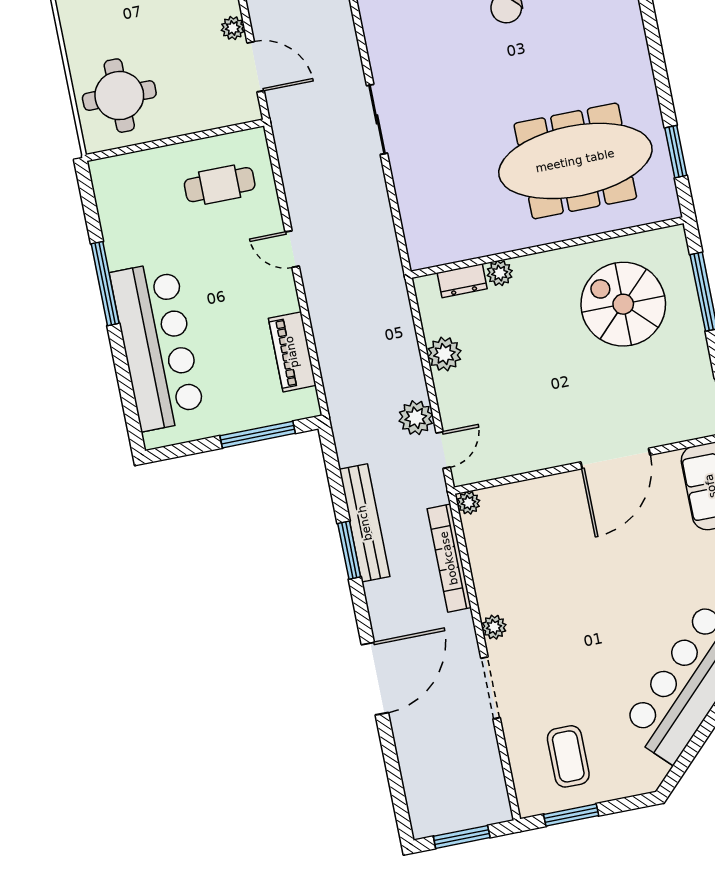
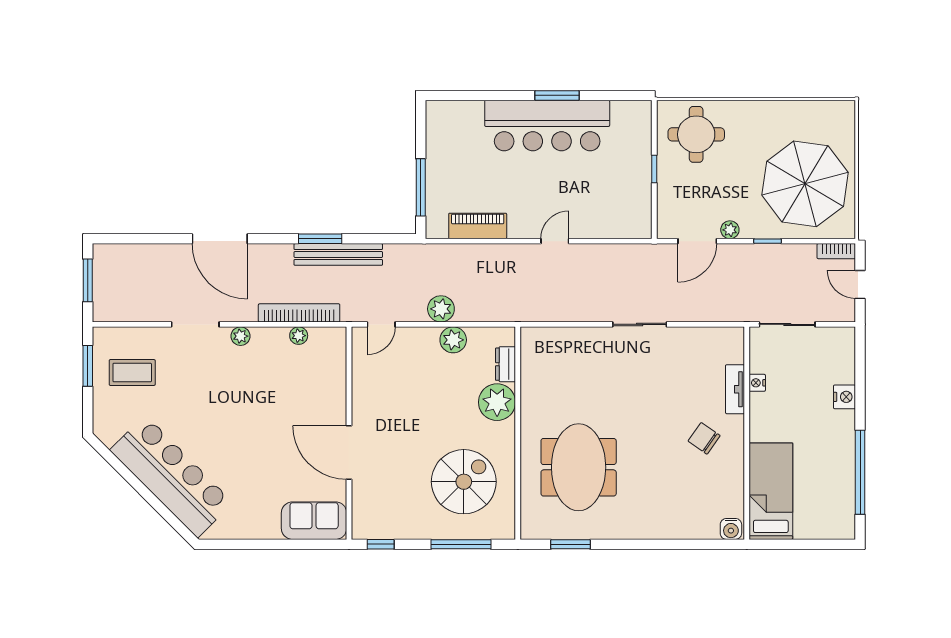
window: (174, 140) -> (654, 169), added
meeting table: (575, 161) -> (579, 467), width x0.73
cafe table: (220, 185) -> (614, 196), removed
plant: (500, 273) -> (497, 402), width x1.88, depth x1.88
window: (105, 284) -> (557, 95), width x0.69
bar counter: (158, 346) -> (547, 126), moved
plant: (416, 418) -> (441, 309), moved
door: (443, 450) -> (381, 324), hinge flipped
plant: (468, 503) -> (299, 336), moved

